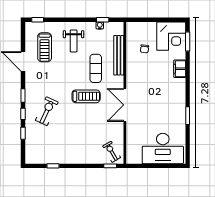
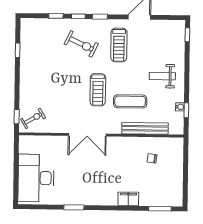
corner desk: (171, 36) -> (166, 190), removed
treadmill: (45, 47) -> (119, 45), moved, turned -90
double door: (125, 105) -> (87, 135), swing flipped

